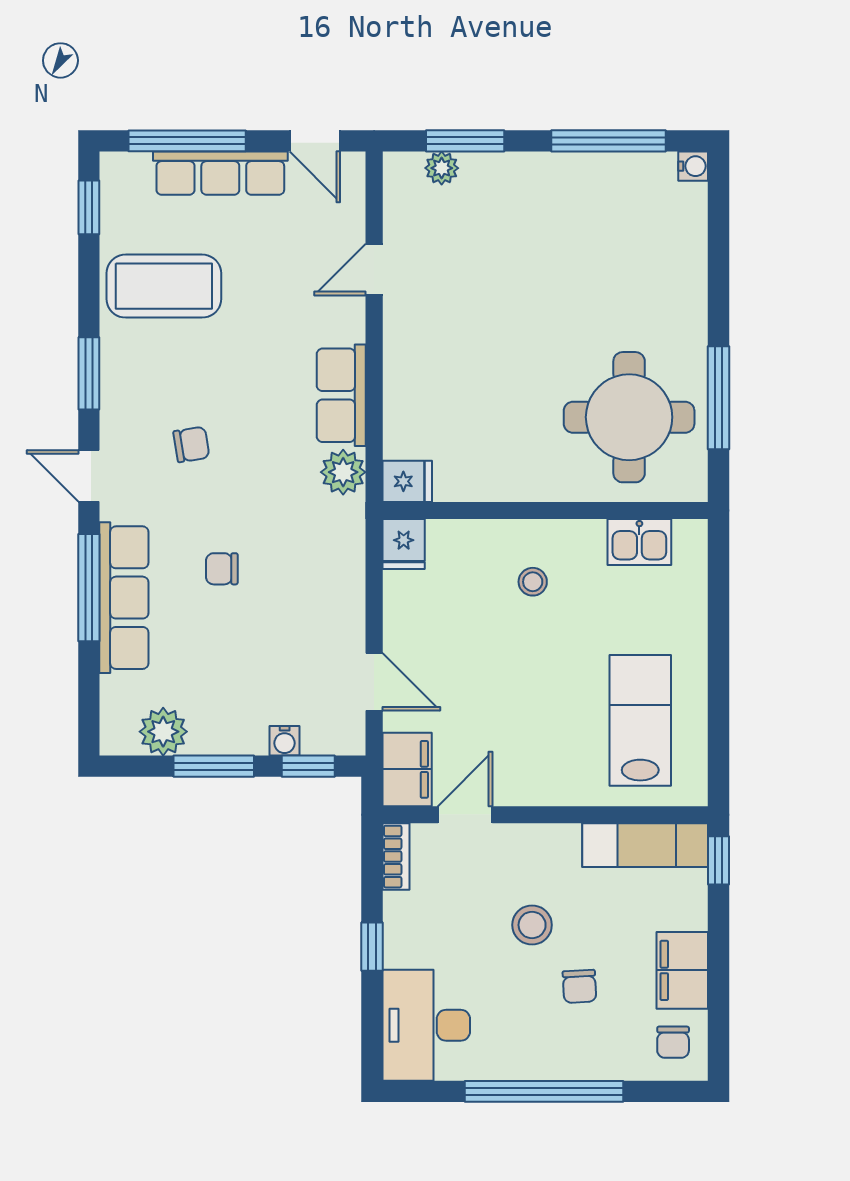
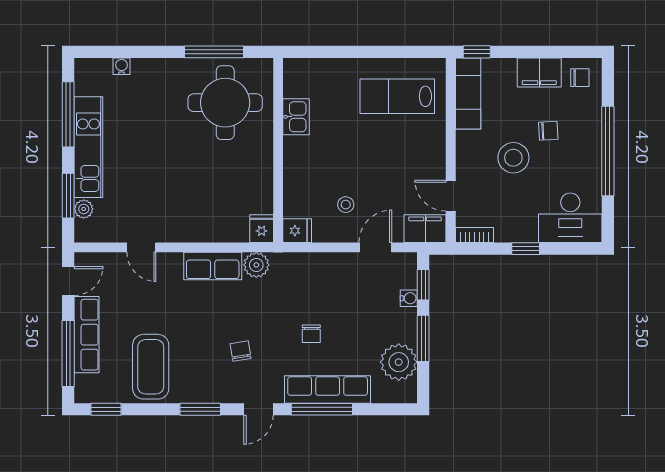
water cooler: (693, 166) -> (122, 66), moved
kitchen unit: (551, 176) -> (88, 147), added
kitchen sink: (639, 542) -> (296, 117), moved
stool: (533, 582) -> (346, 205), moved
plant: (163, 732) -> (399, 362), width x1.36, depth x1.36
stool: (532, 925) -> (513, 158), width x1.38, depth x1.38

